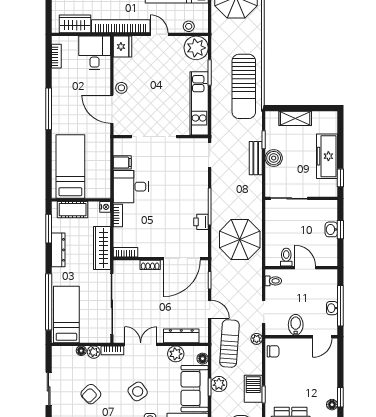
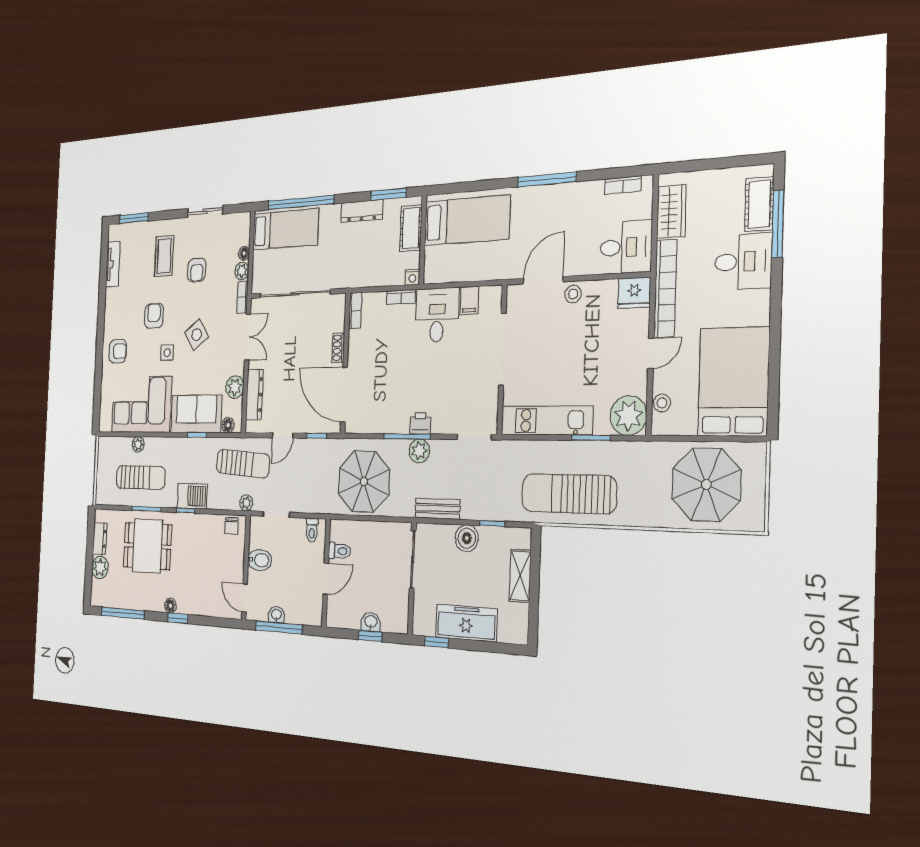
bench: (256, 158) -> (437, 509), moved
printer: (201, 222) -> (420, 423), moved
wardrobe: (102, 248) -> (362, 275), removed
plant: (219, 384) -> (419, 451), moved
armchair: (91, 394) -> (197, 270), turned -136

